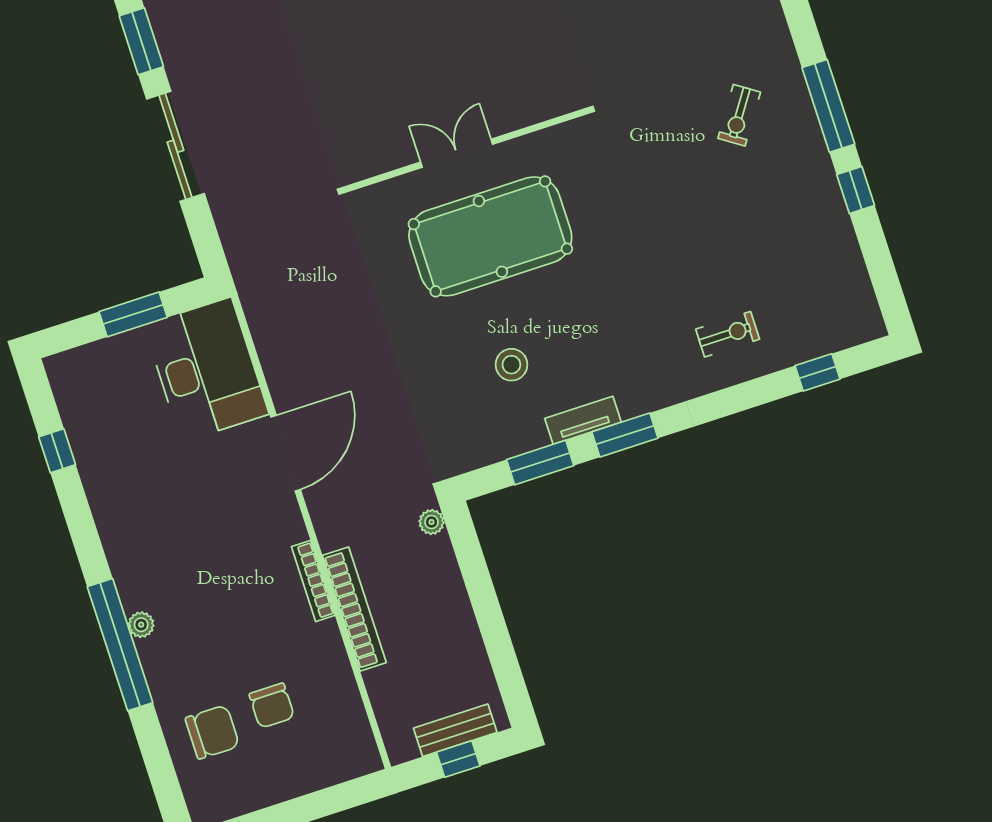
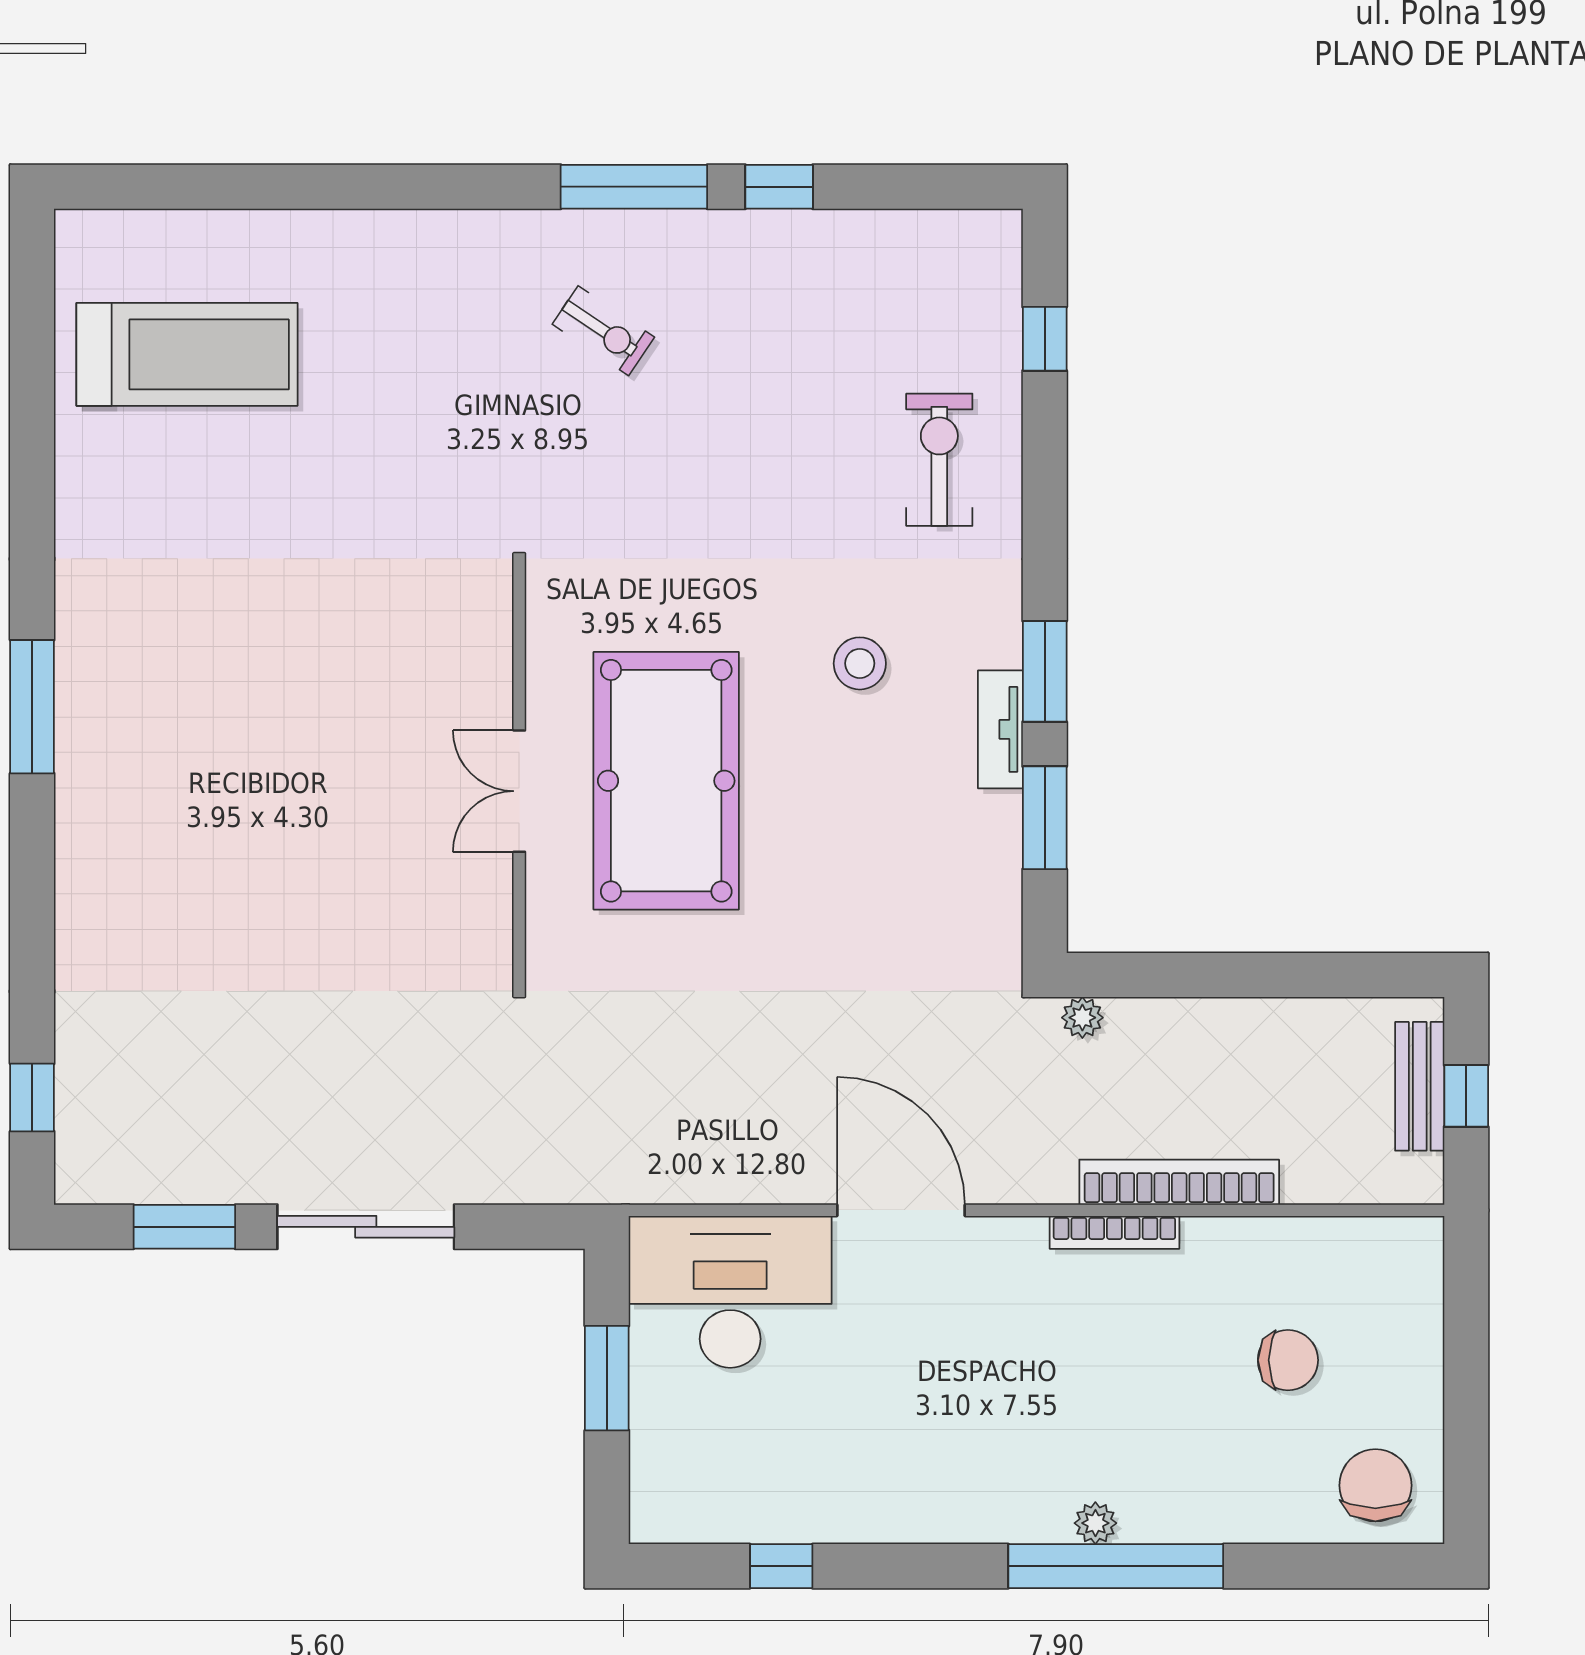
exercise bike: (728, 334) -> (939, 460), width x1.38, depth x1.39
stool: (511, 365) -> (860, 663), moved
chair: (212, 732) -> (1375, 1485), moved

